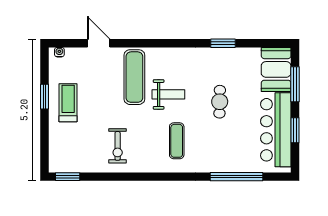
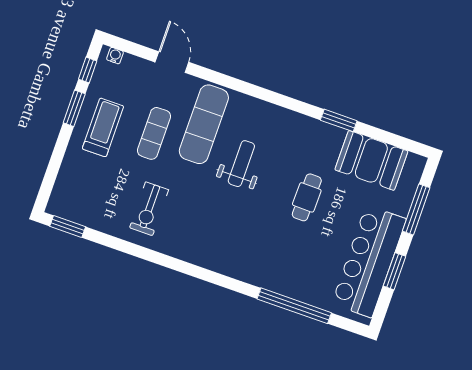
window: (45, 68) -> (88, 70), added
booth: (276, 69) -> (371, 160), moved, turned 90
weight bench: (168, 94) -> (241, 164), turned -90
exercise mat: (177, 141) -> (154, 133), moved

